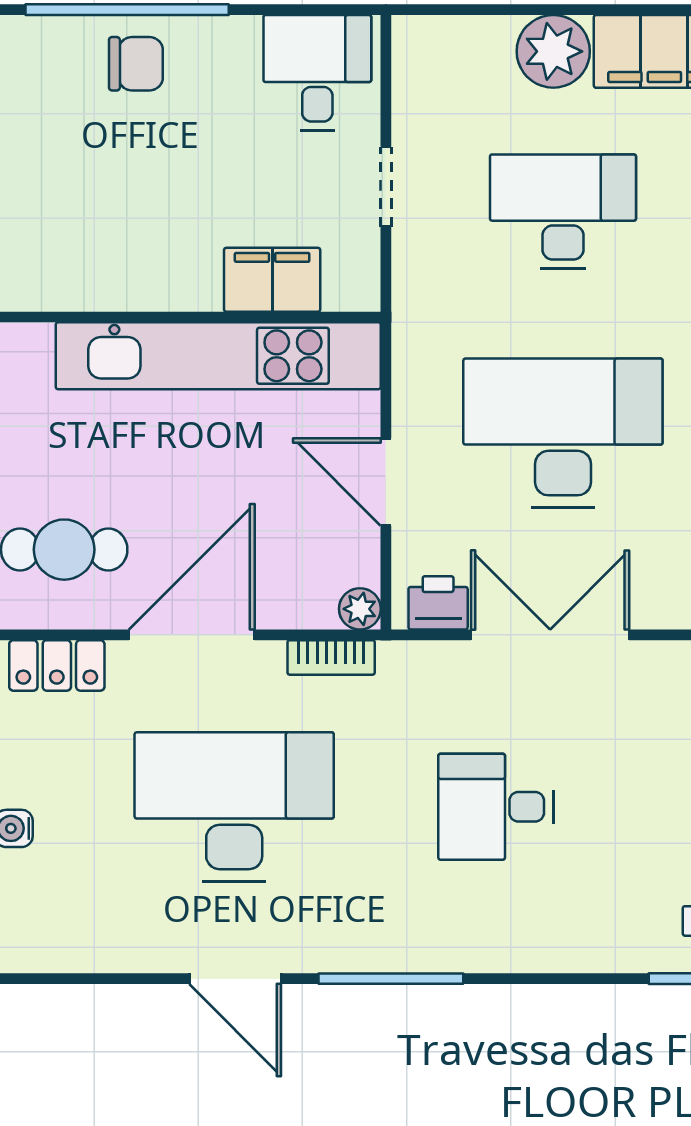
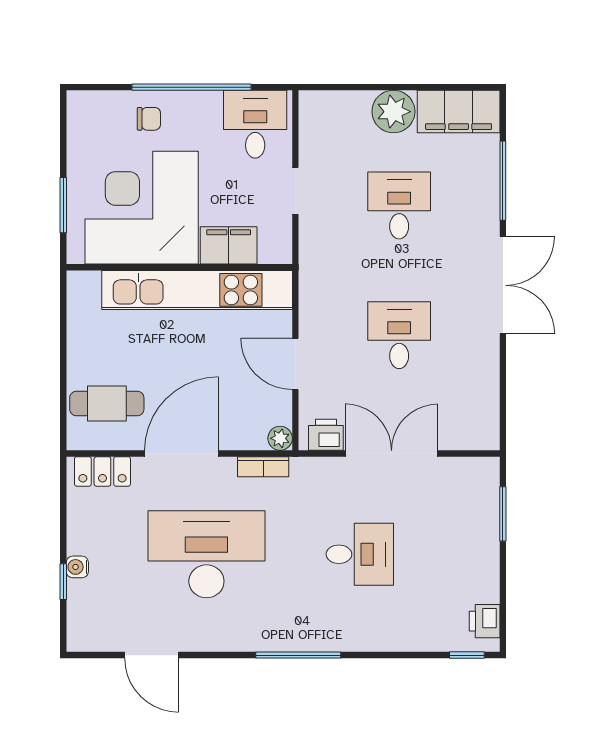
window: (127, 10) -> (192, 87), moved
chair: (136, 64) -> (149, 119), width x0.73, depth x0.73
desk: (563, 212) -> (399, 205), width x0.73
corner desk: (123, 215) -> (142, 208), added
desk: (563, 433) -> (399, 335), width x0.53, depth x0.77
desk: (496, 807) -> (360, 554), turned 180
door: (235, 979) -> (152, 655), moved

